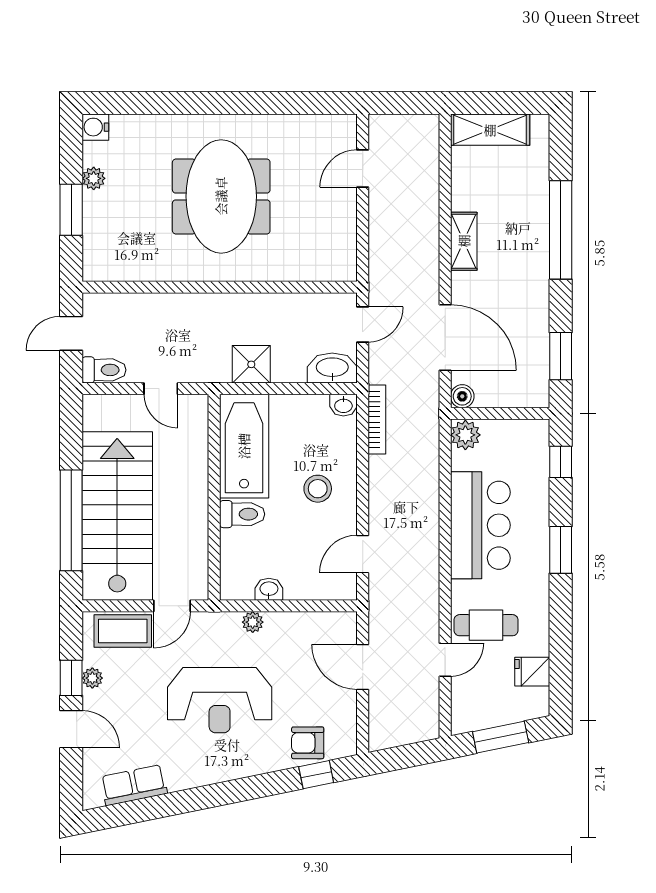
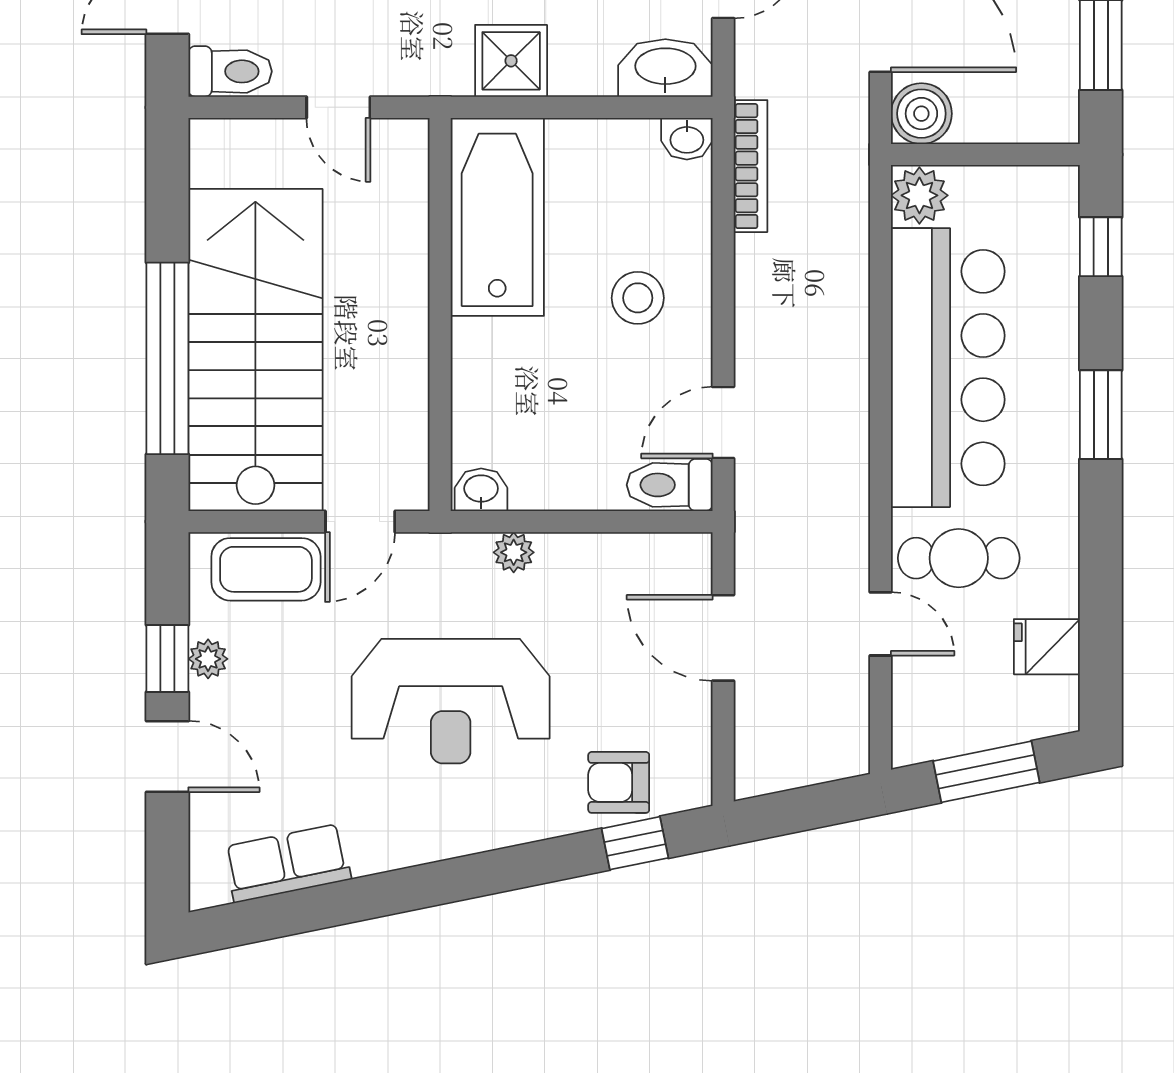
boiler: (462, 396) -> (921, 114), width x1.36, depth x1.36
toilet: (242, 514) -> (670, 485), moved, turned 180
bar counter: (480, 525) -> (948, 368), width x1.36
washbasin: (269, 589) -> (481, 490), moved
door: (445, 660) -> (881, 624), hinge flipped

